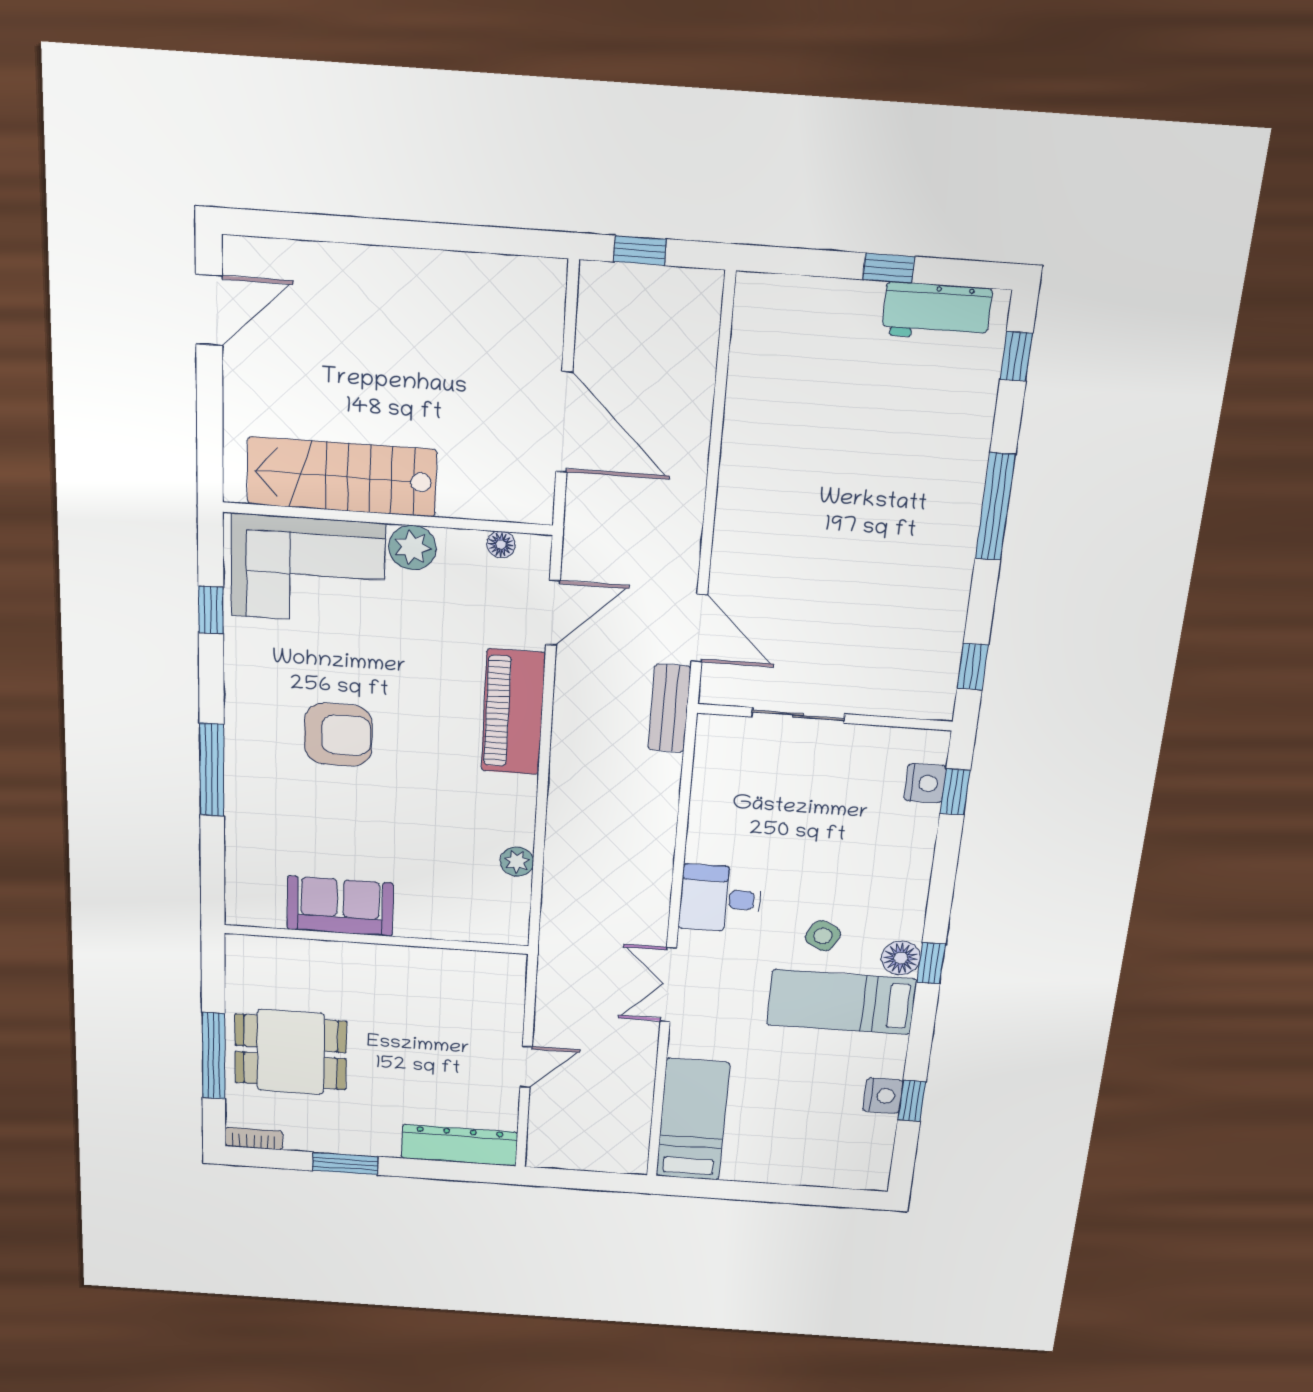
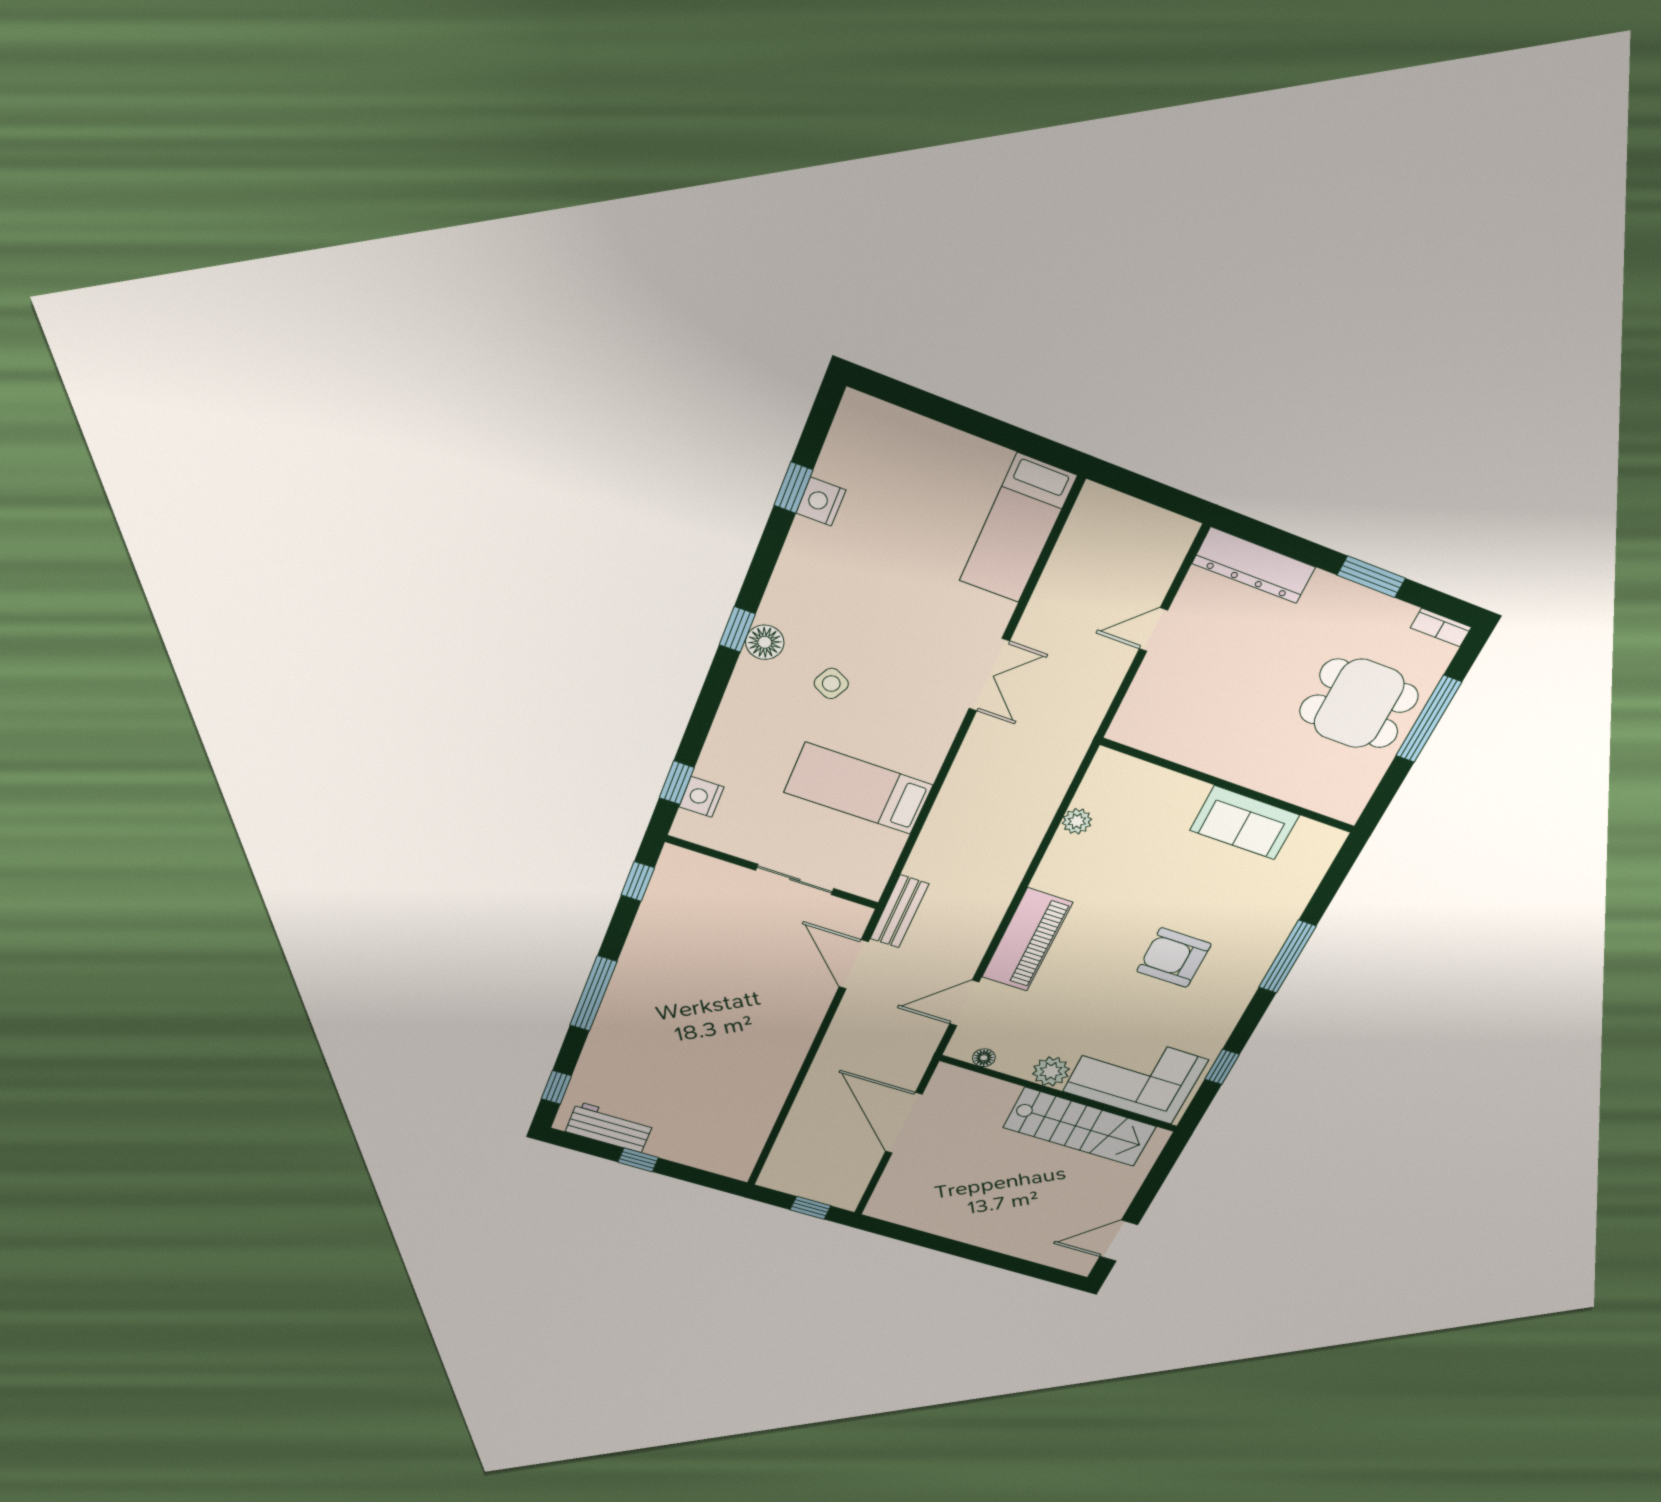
desk: (720, 899) -> (913, 743), removed
bed: (842, 1002) -> (858, 789), moved, turned 180

